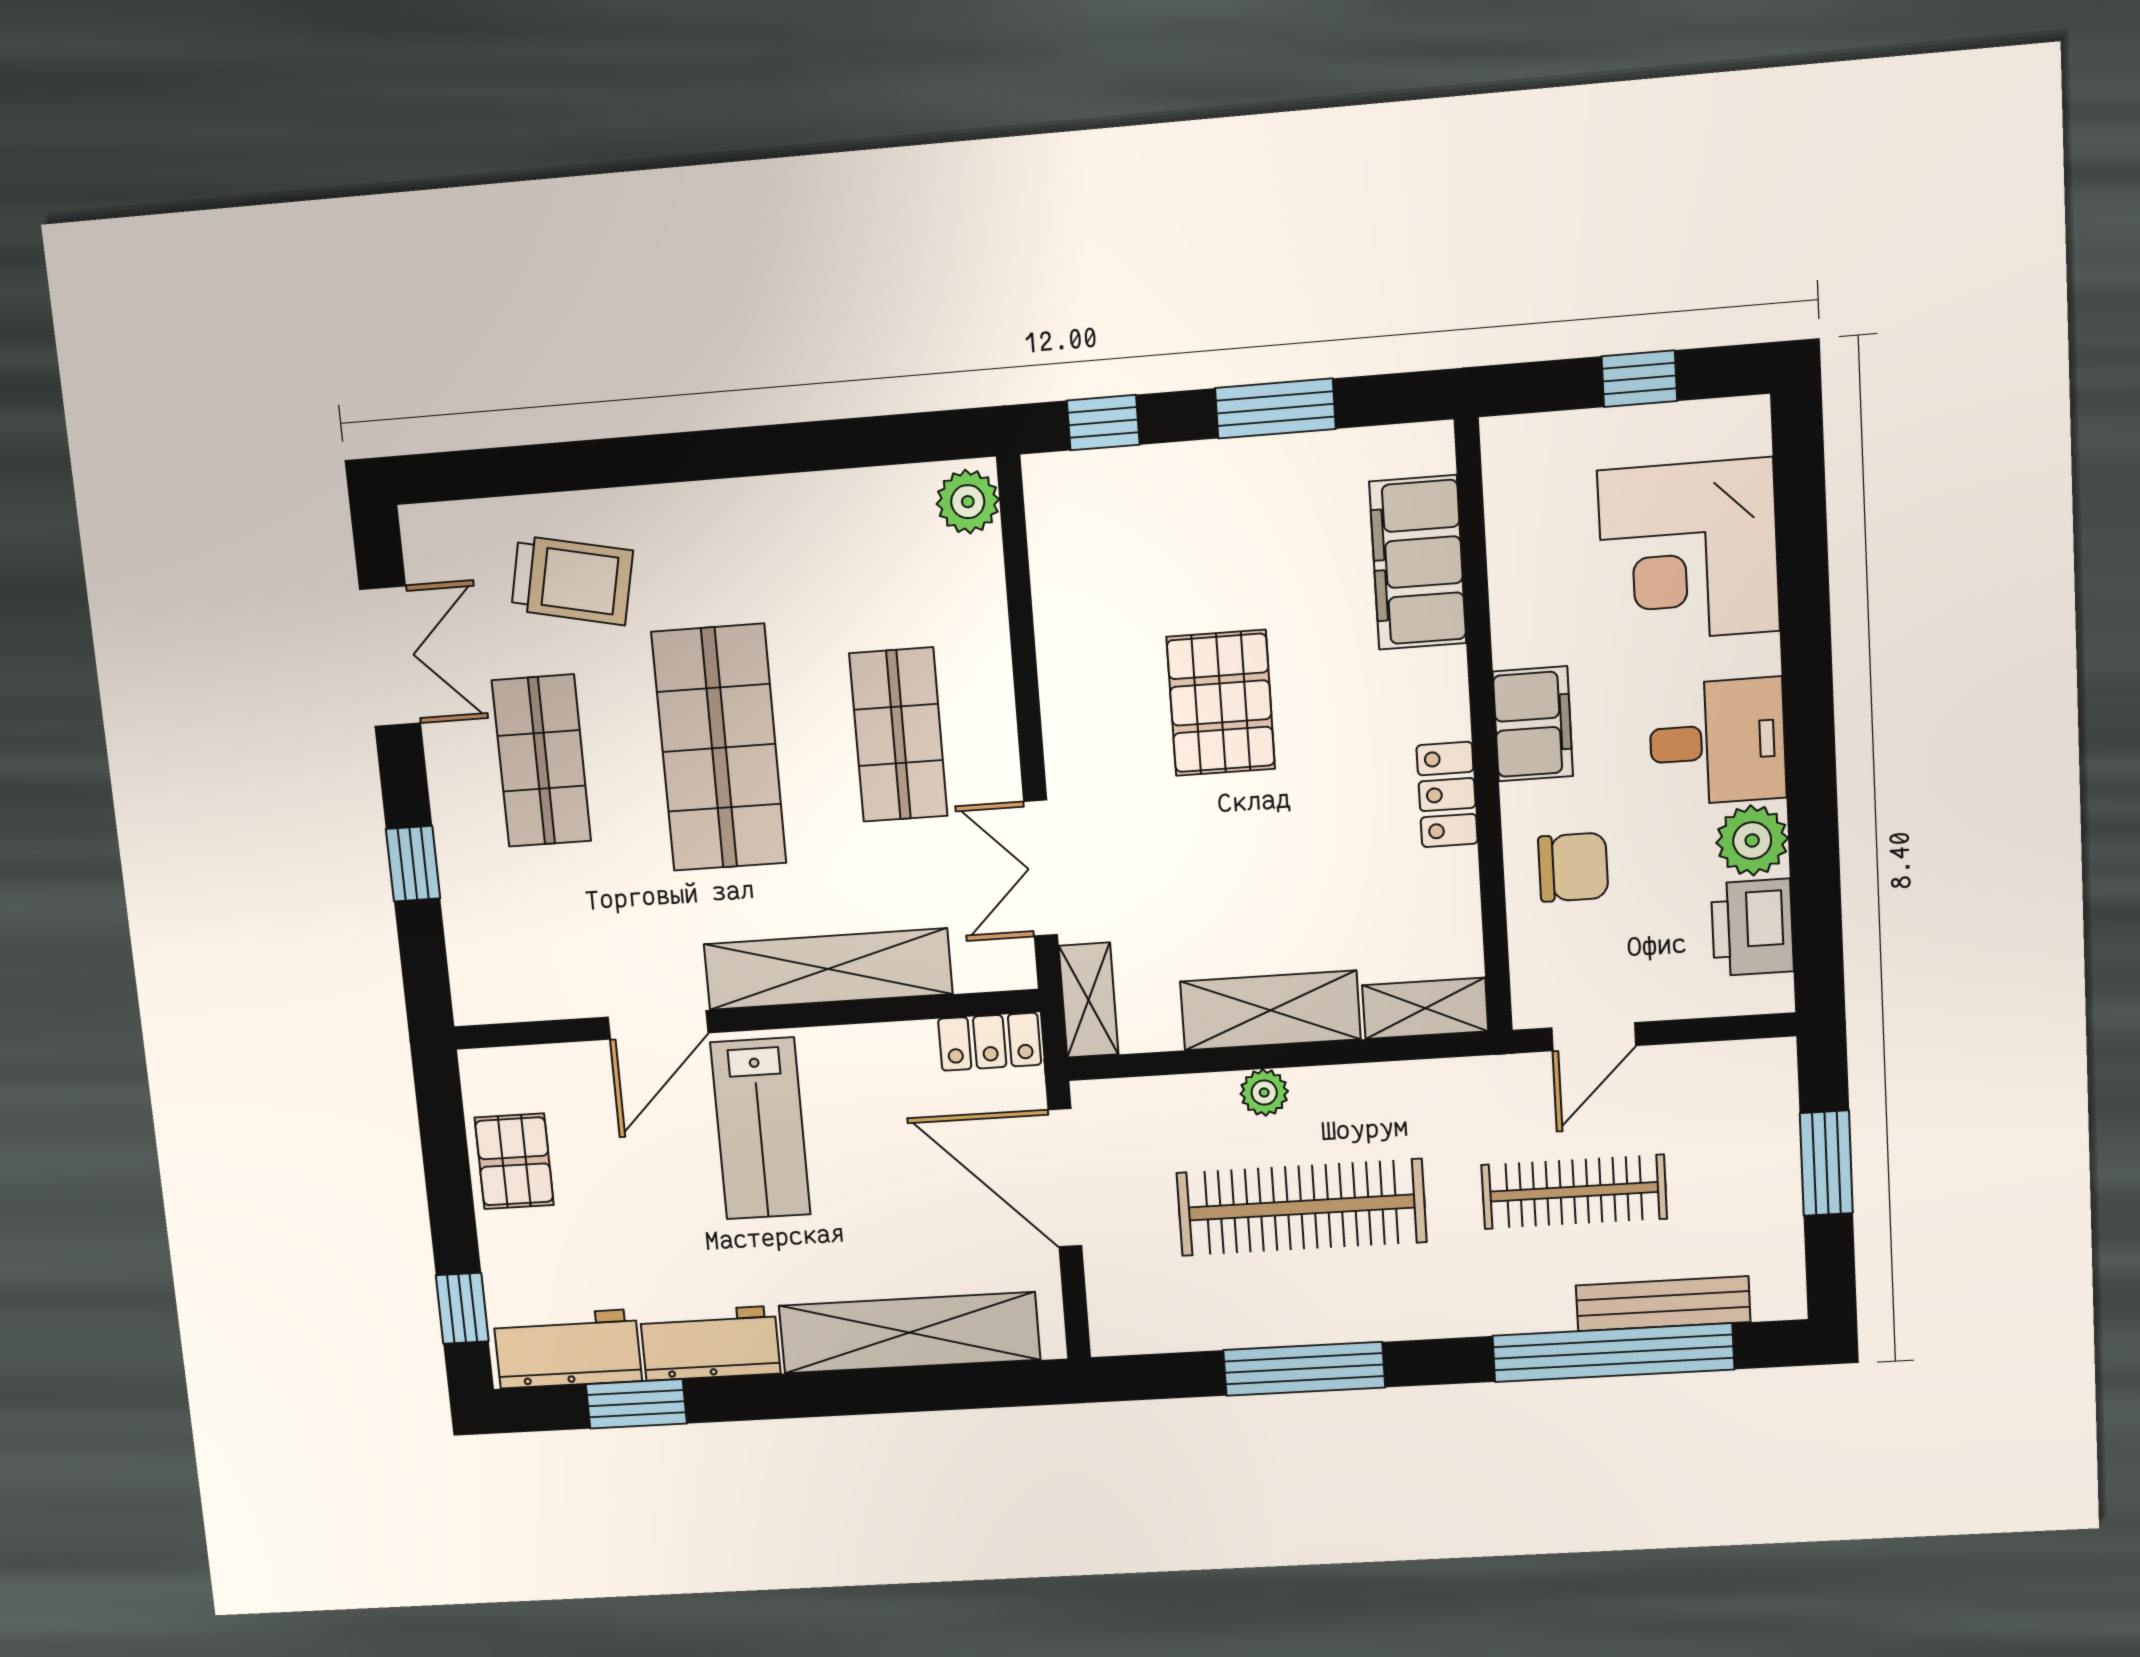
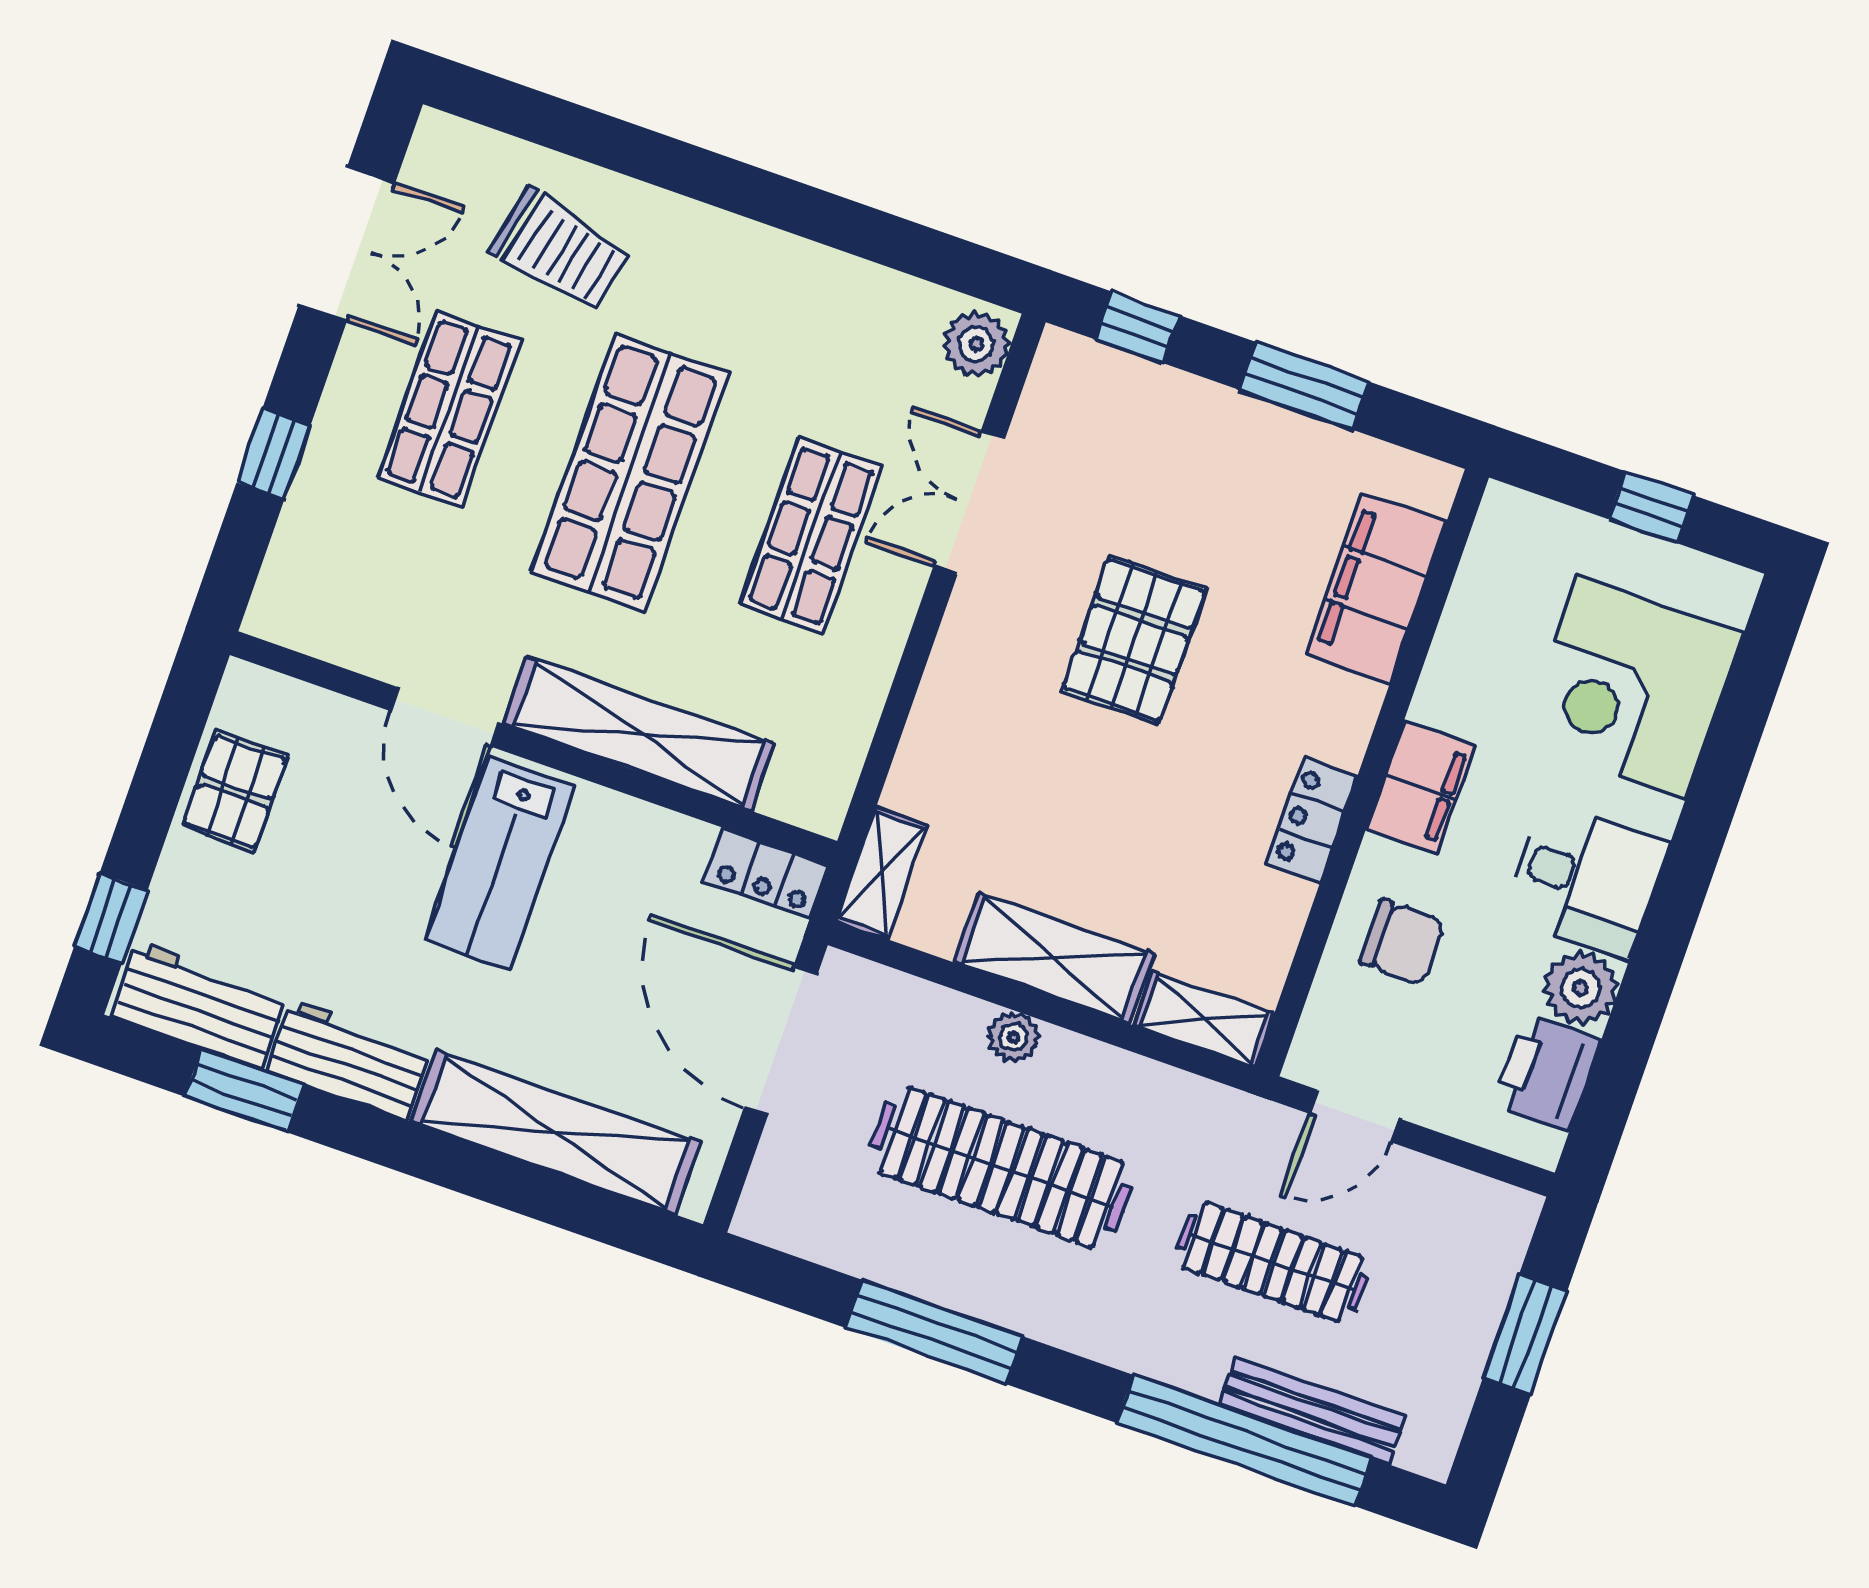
double door: (1041, 868) -> (969, 503), moved
door: (658, 1025) -> (444, 717), hinge flipped

